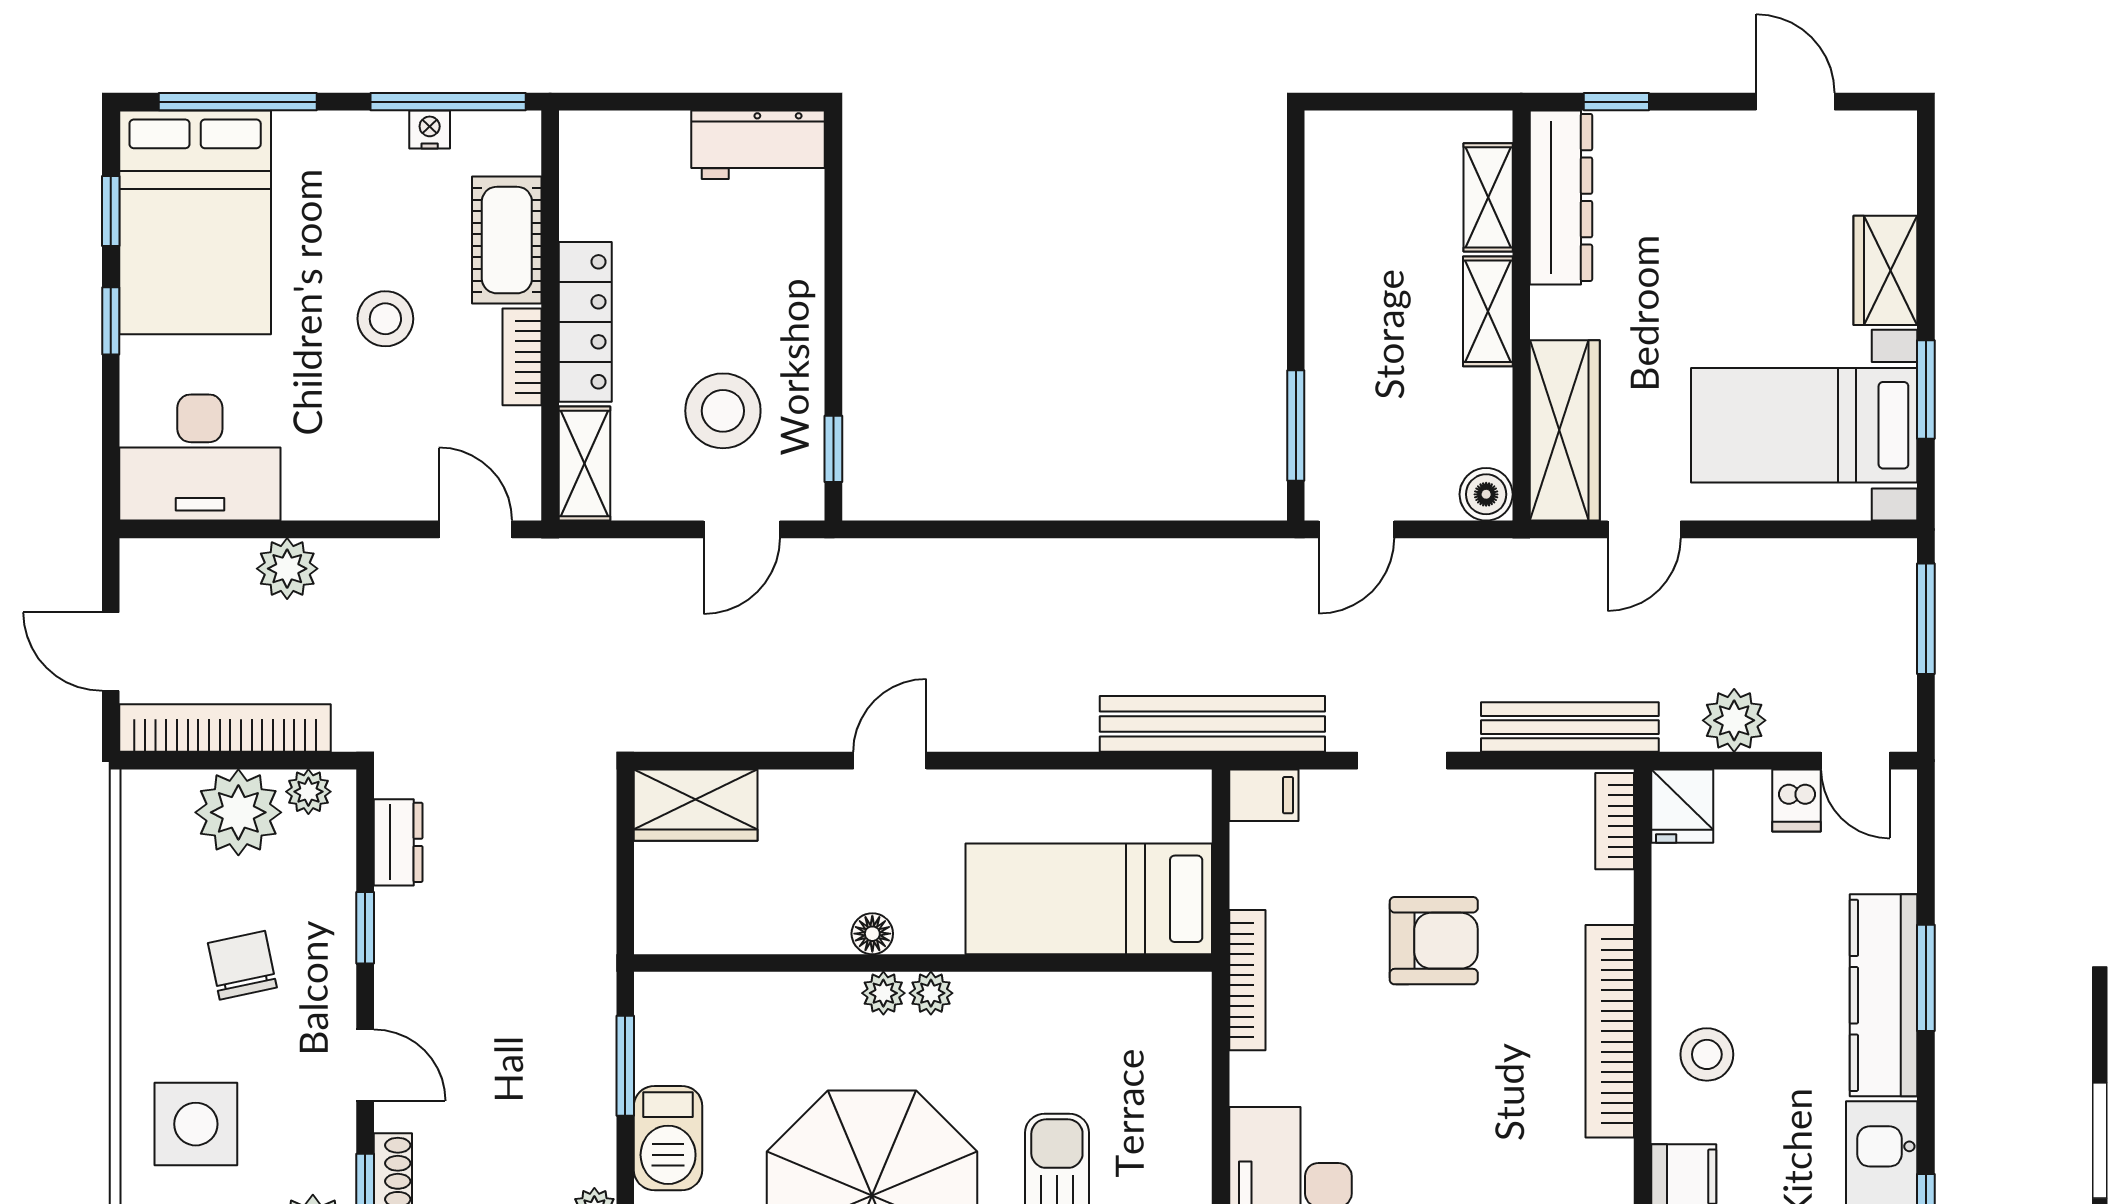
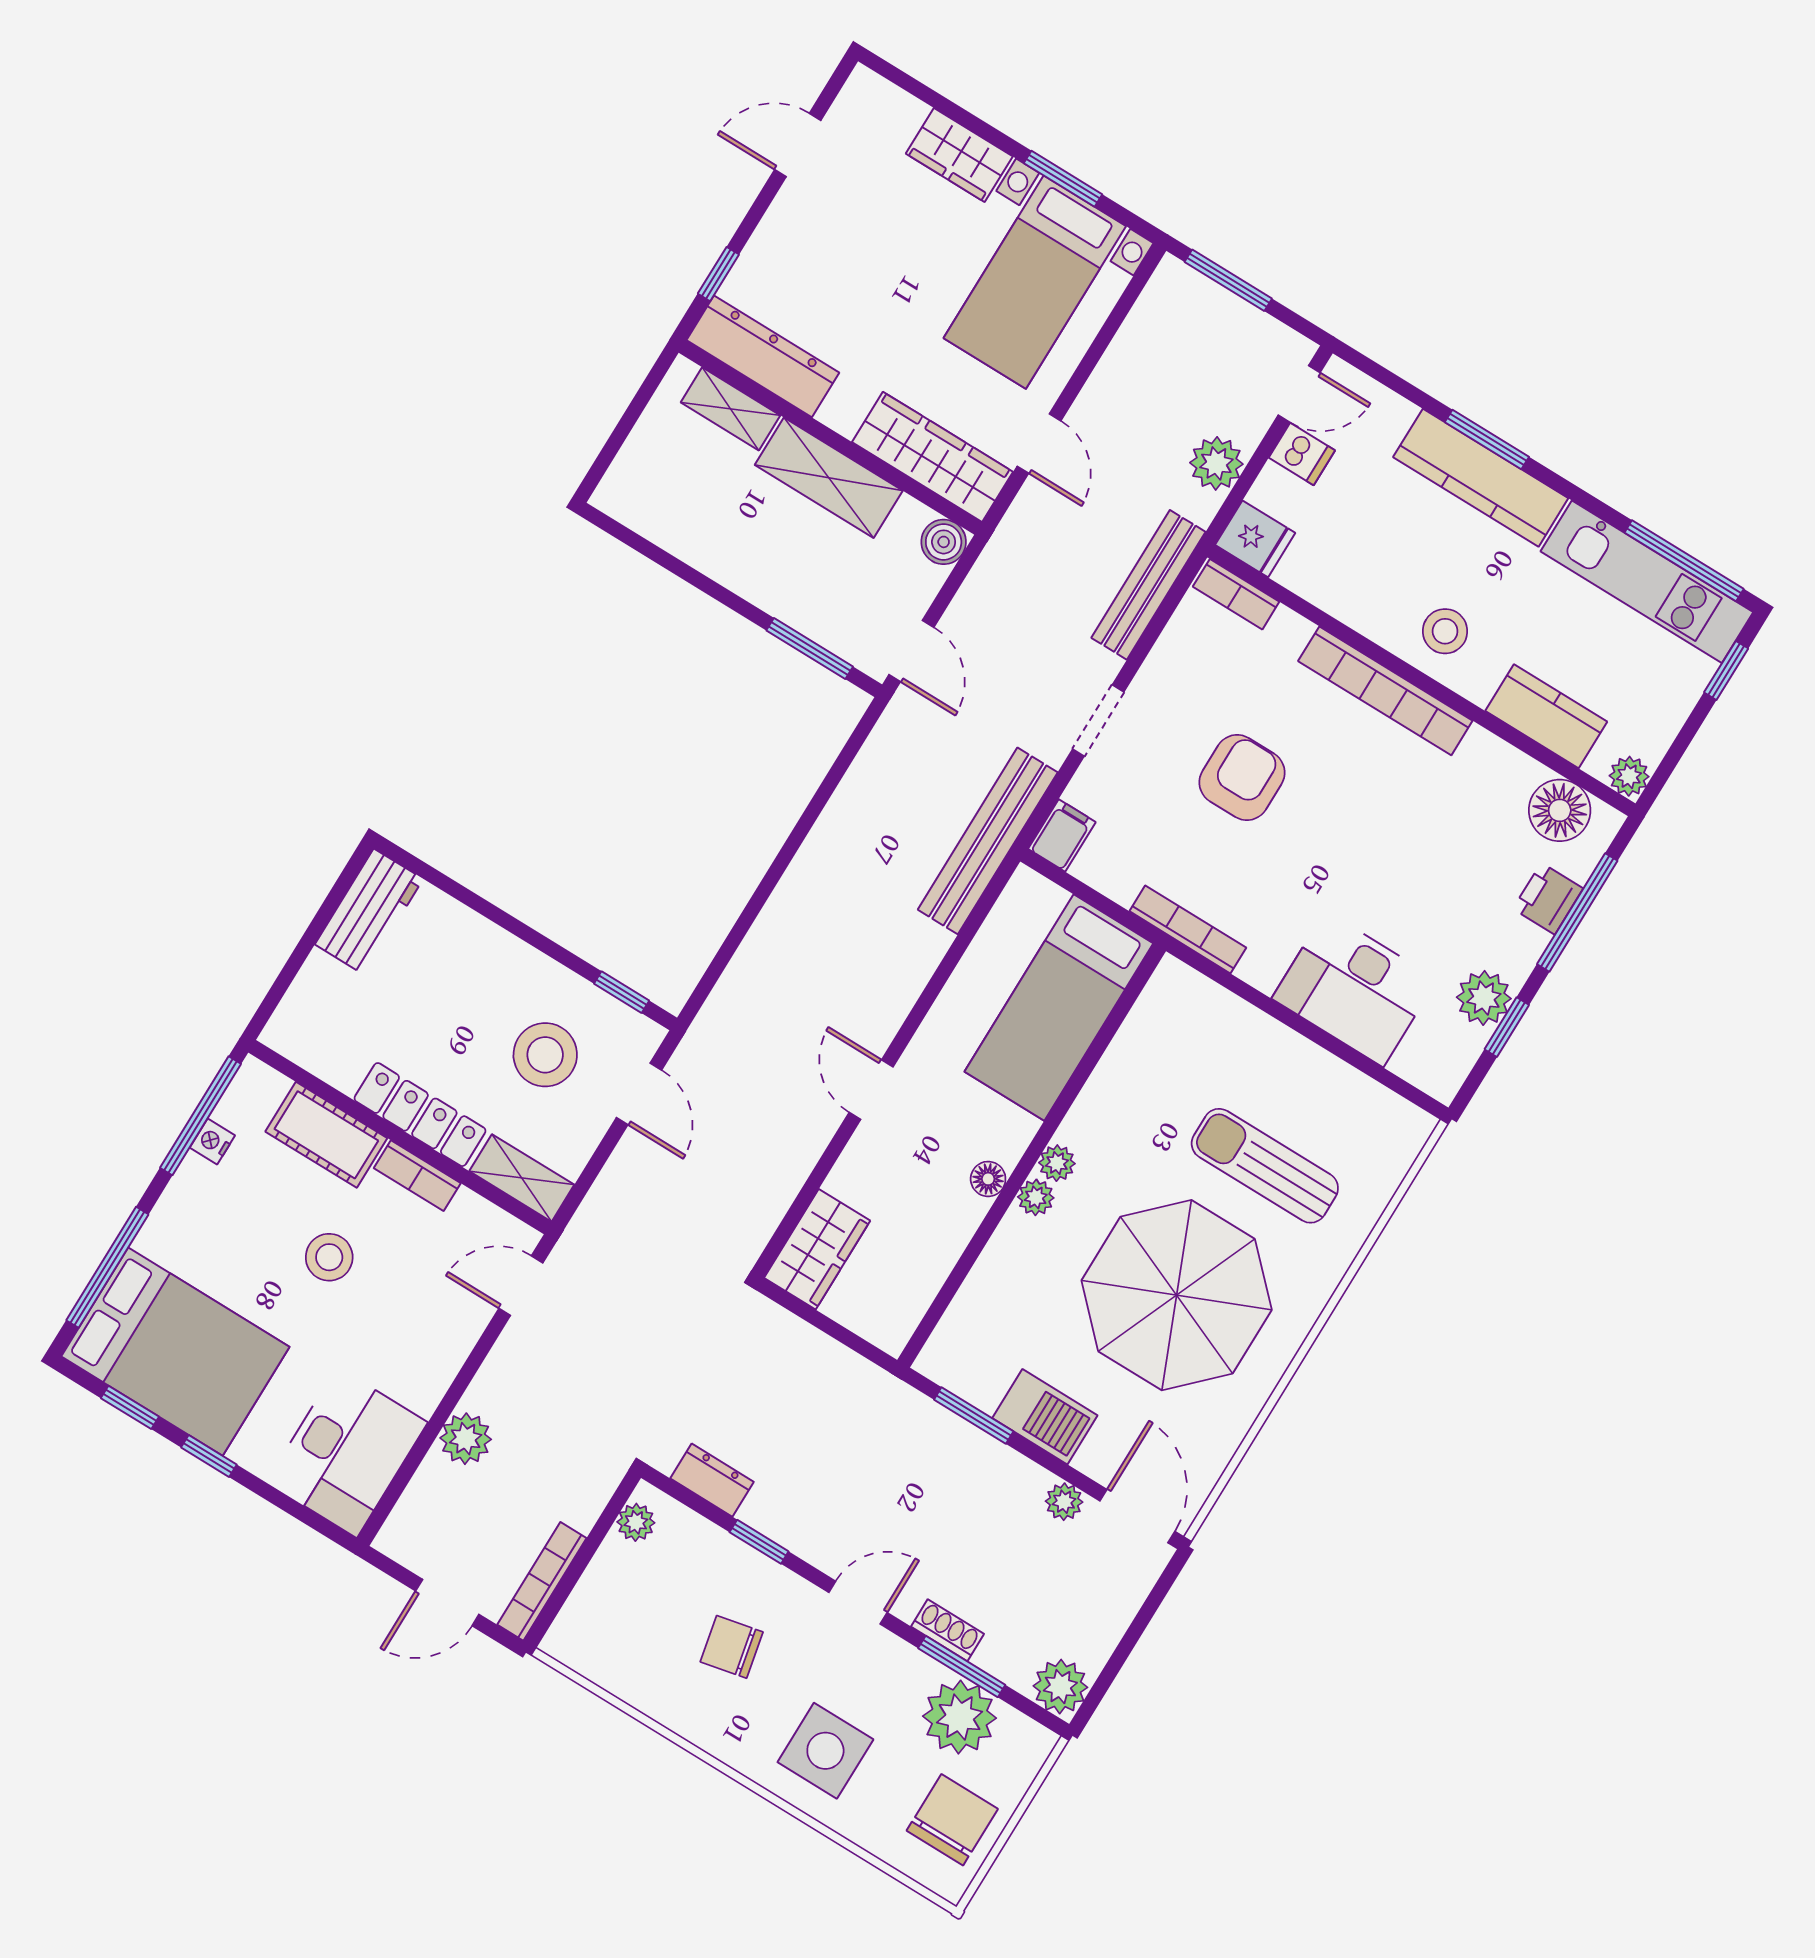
shelving: (1488, 311) -> (829, 478), width x1.50, depth x1.33
bookcase: (225, 728) -> (542, 1581), width x0.68, depth x0.76
plant: (238, 812) -> (620, 1582), removed

